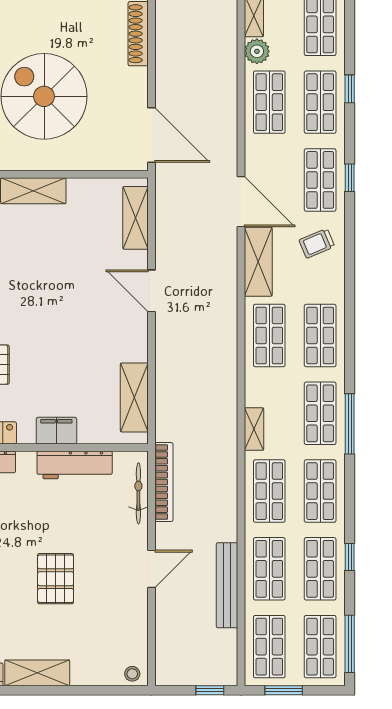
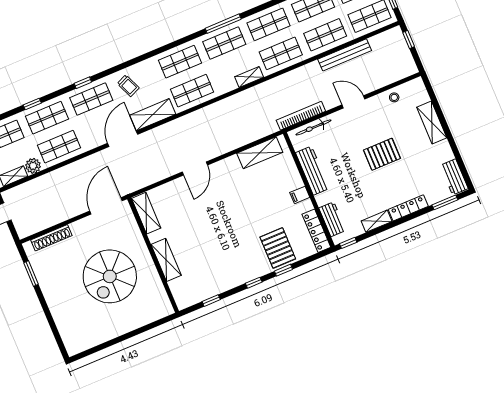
shelving: (136, 218) -> (146, 213), moved, turned 90
filing cabinet: (56, 431) -> (300, 195), width x0.50
shelving: (37, 673) -> (432, 122), moved
stool: (132, 674) -> (394, 97), moved

